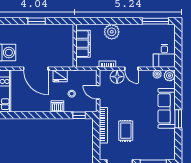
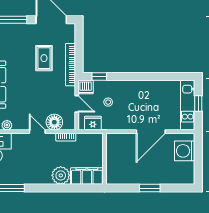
filing cabinet: (83, 44) -> (87, 176), moved, turned 90
door: (36, 69) -> (151, 132), swing flipped
fridge: (60, 76) -> (93, 123), moved
dishwasher: (57, 106) -> (86, 87), moved

